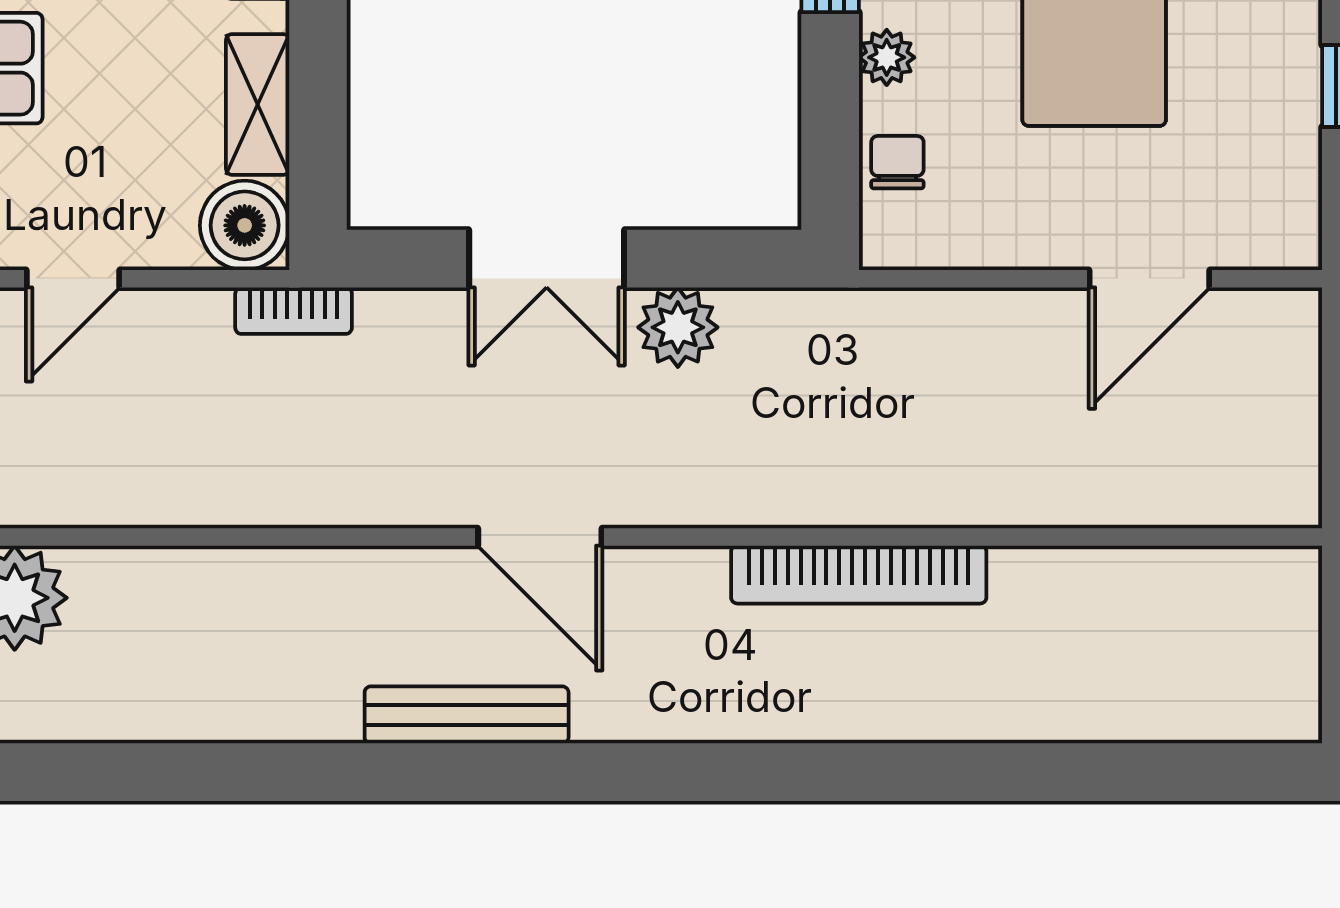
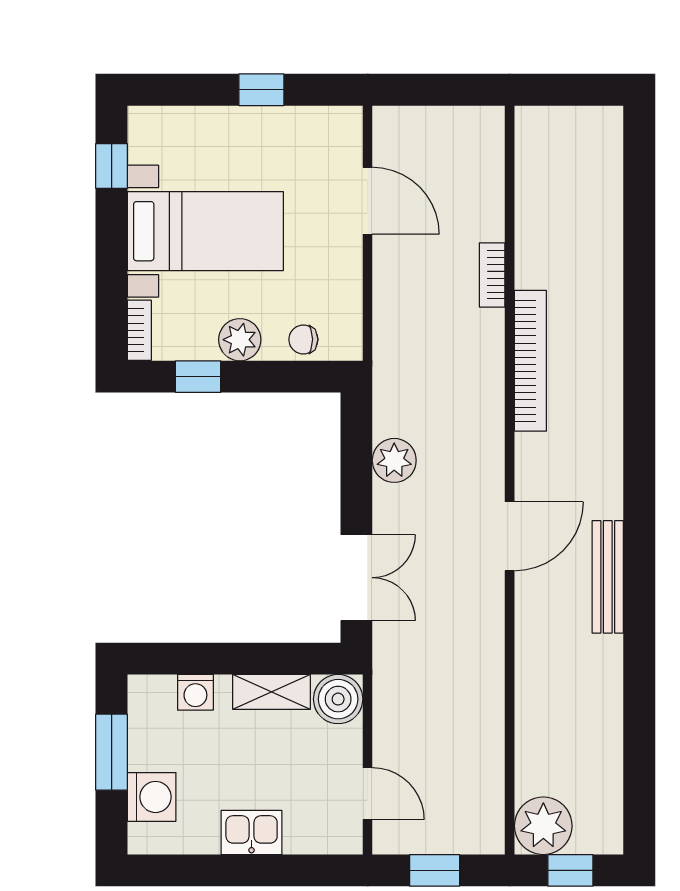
plant: (887, 57) -> (240, 340), width x1.38, depth x1.38
double door: (547, 259) -> (356, 578), moved
bookcase: (294, 311) -> (492, 275), moved, turned 180

